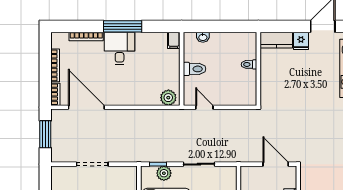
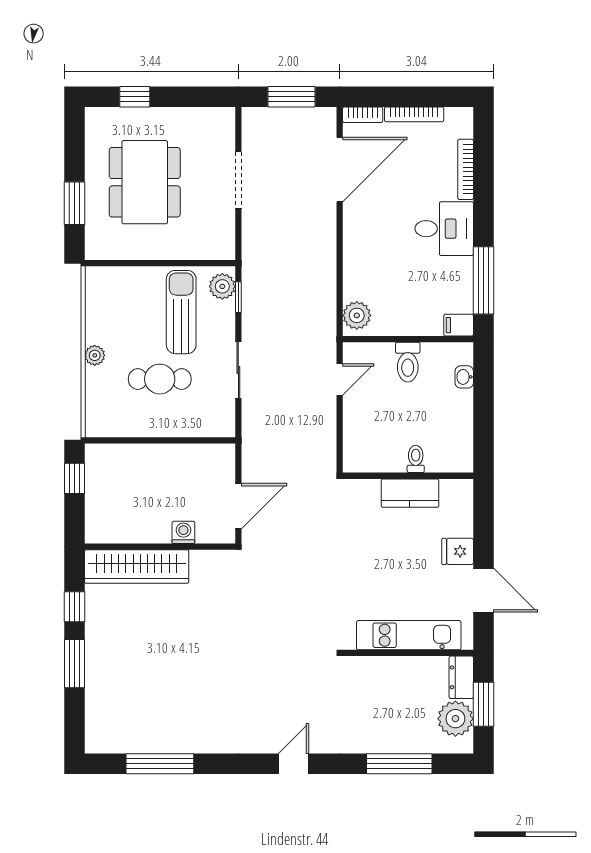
window: (123, 26) -> (483, 280), moved
kitchen counter: (276, 40) -> (410, 493), moved, turned -90
plant: (164, 173) -> (222, 286), moved

